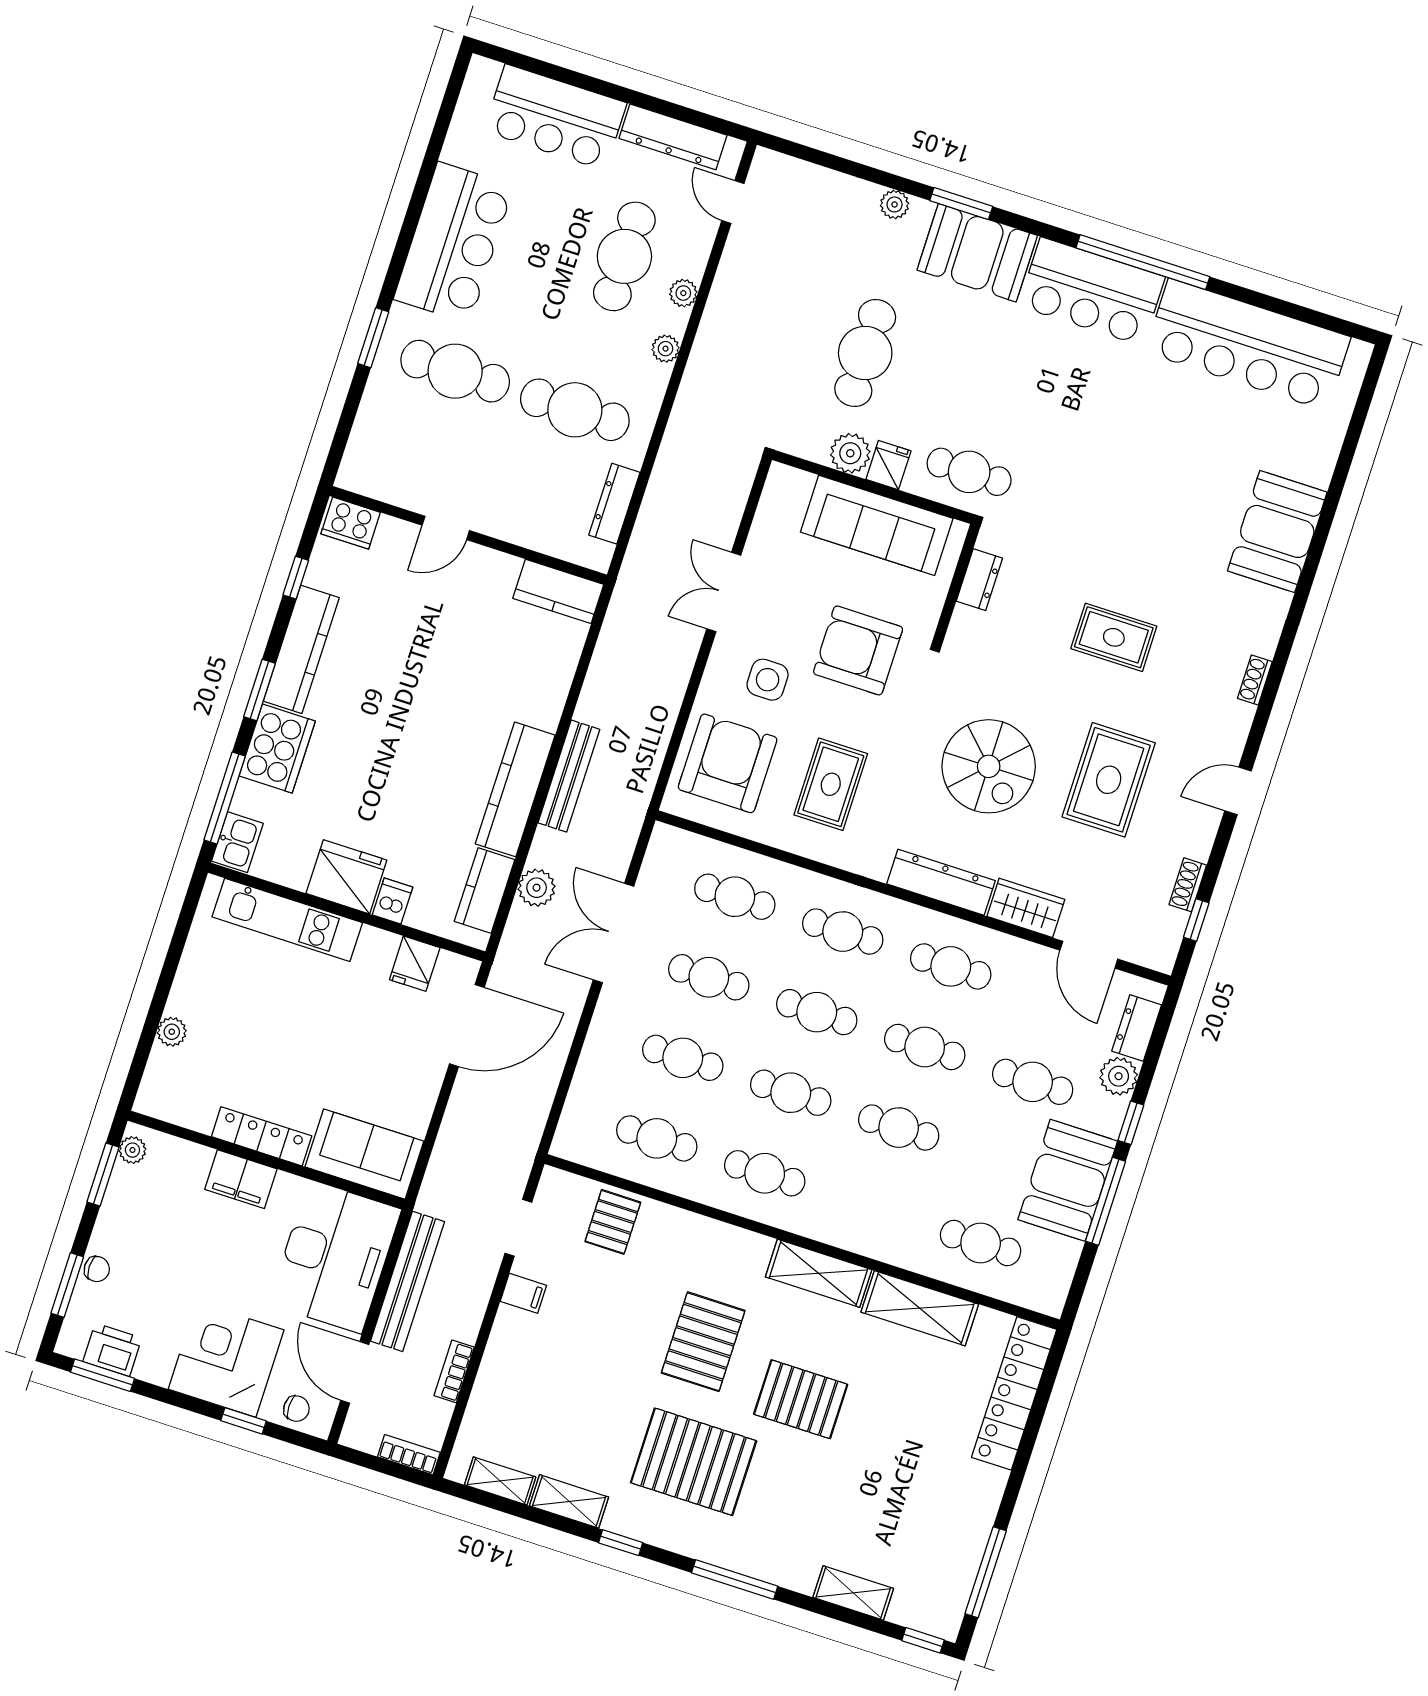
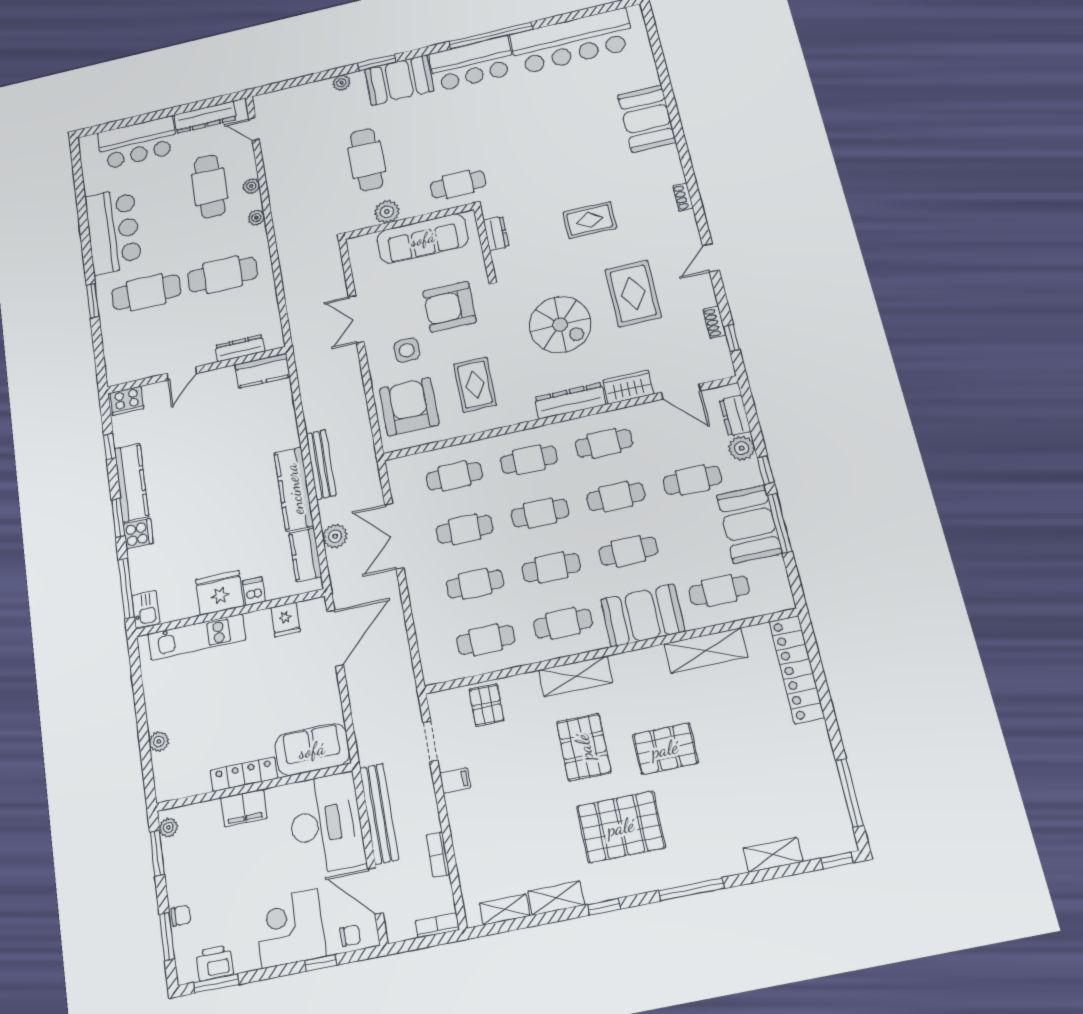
fridge: (888, 465) -> (411, 206), removed
dresser: (614, 504) -> (240, 348), moved, turned 90
cooker: (277, 749) -> (138, 534), width x0.53, depth x0.76
booth: (868, 1220) -> (643, 615), added
shelving: (819, 1273) -> (575, 676), moved

